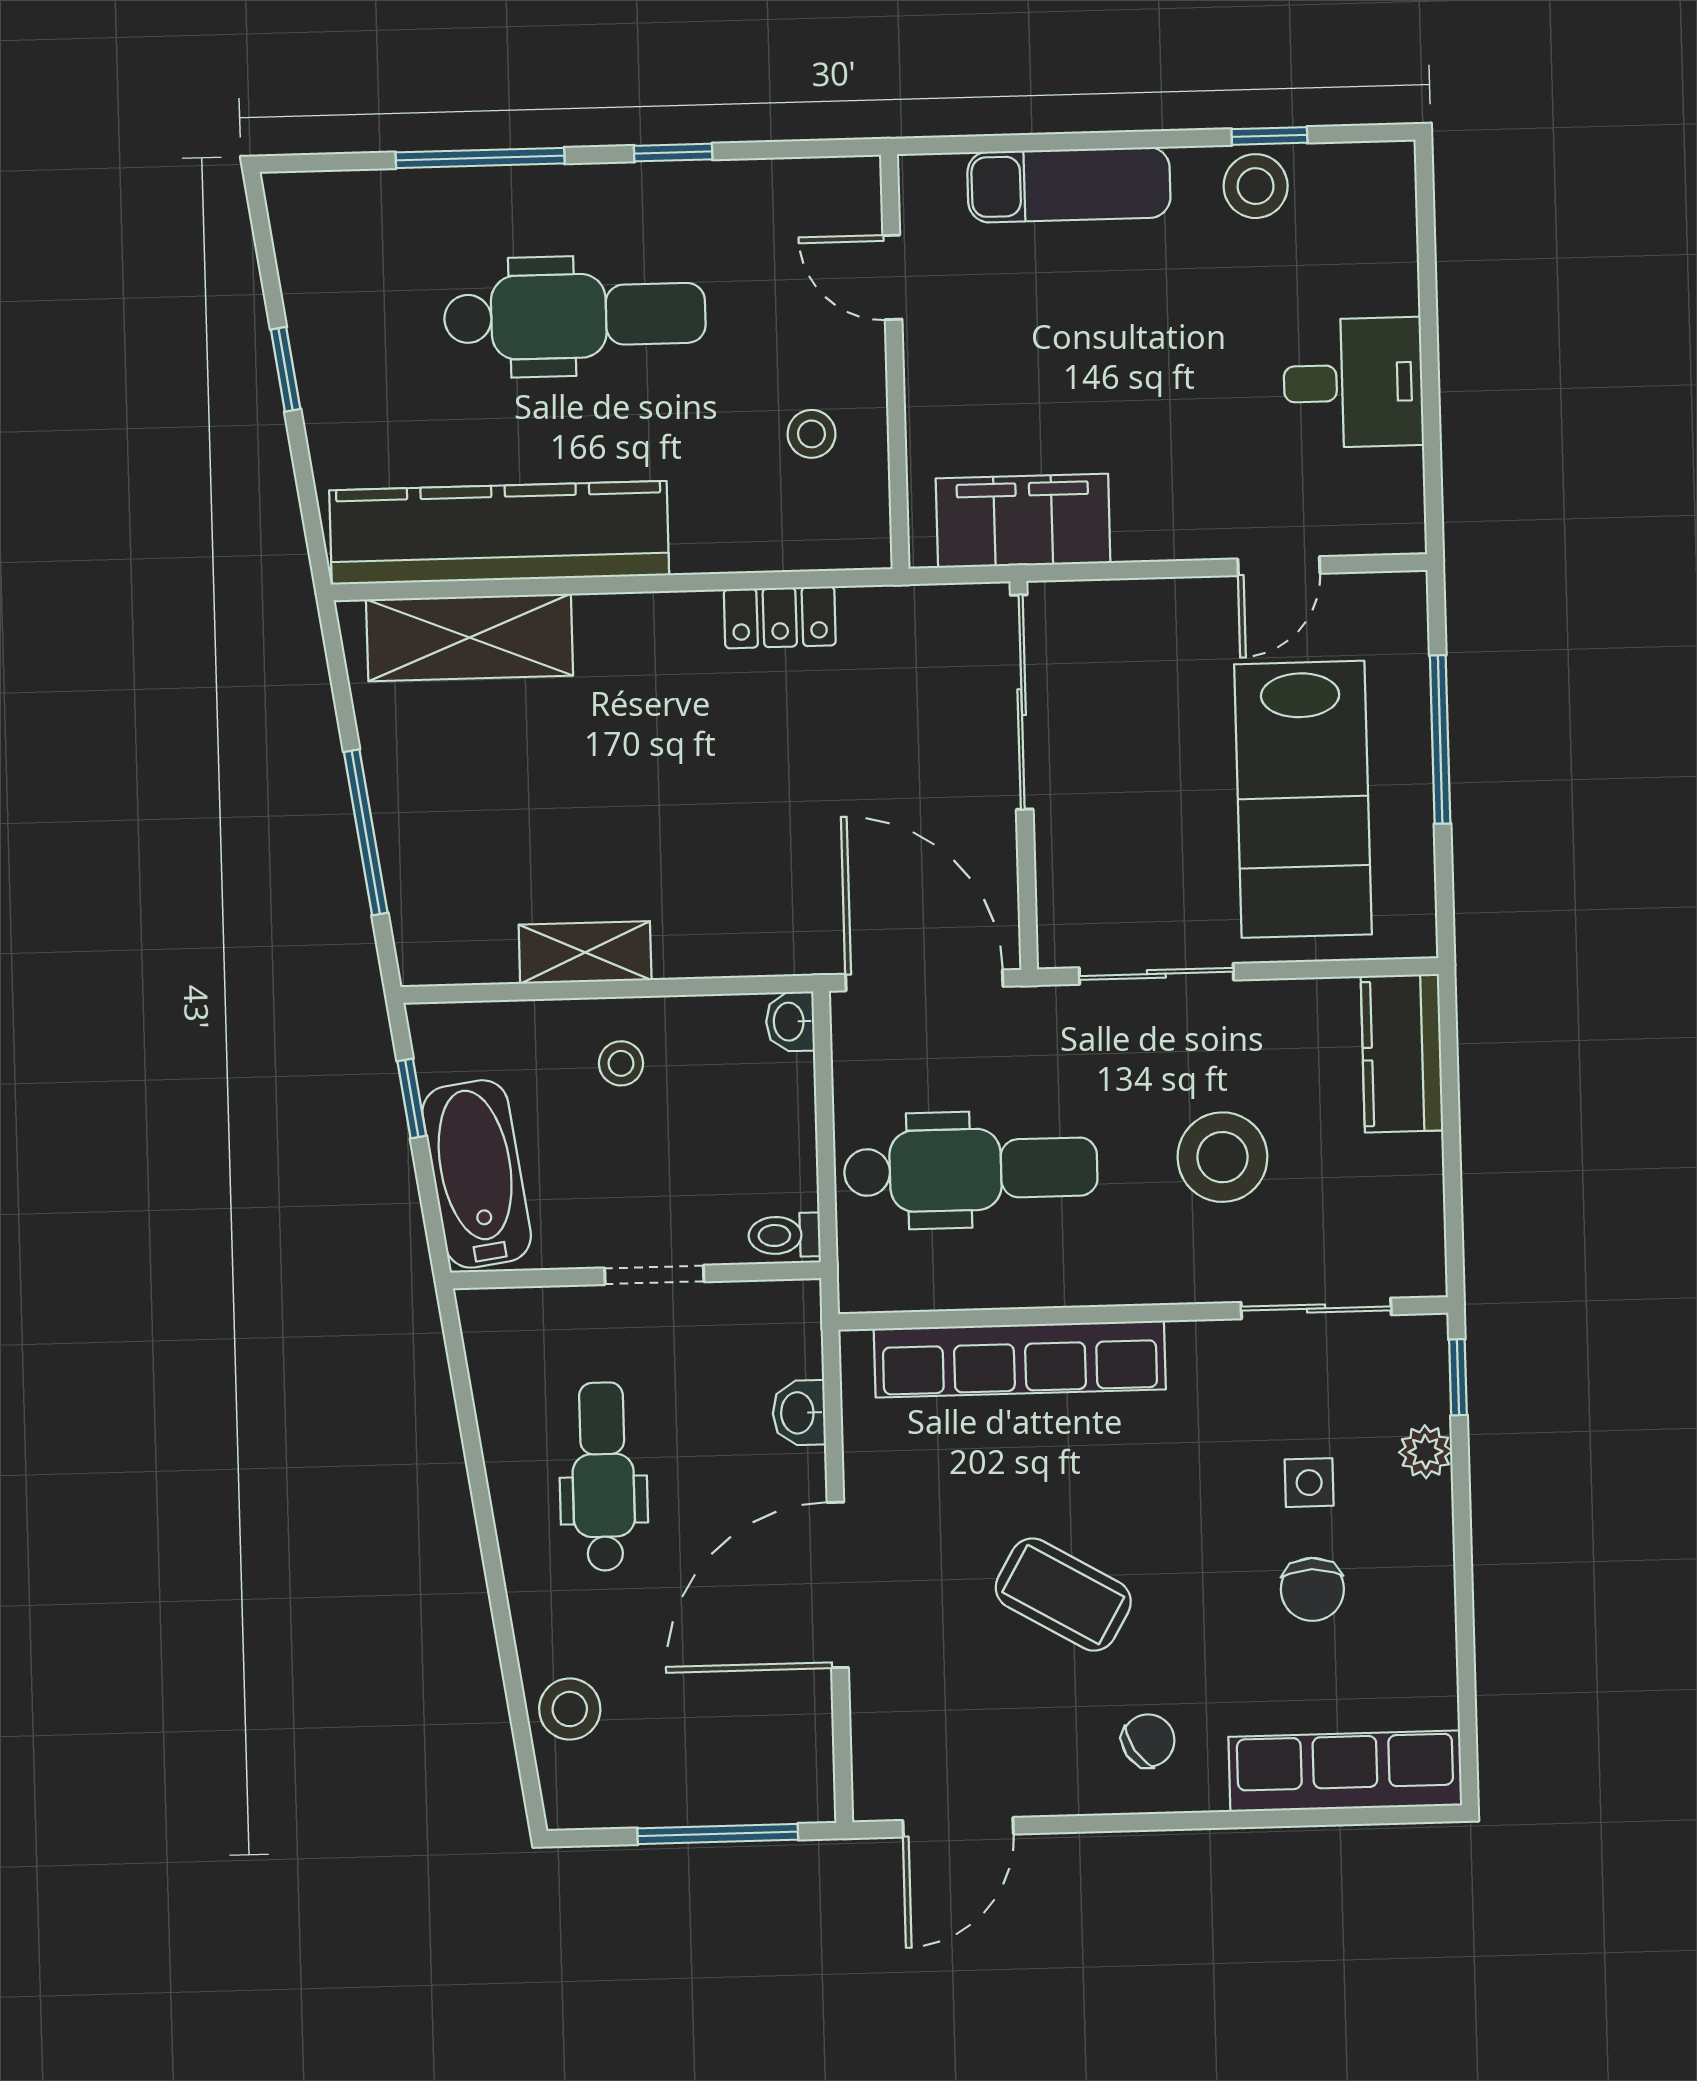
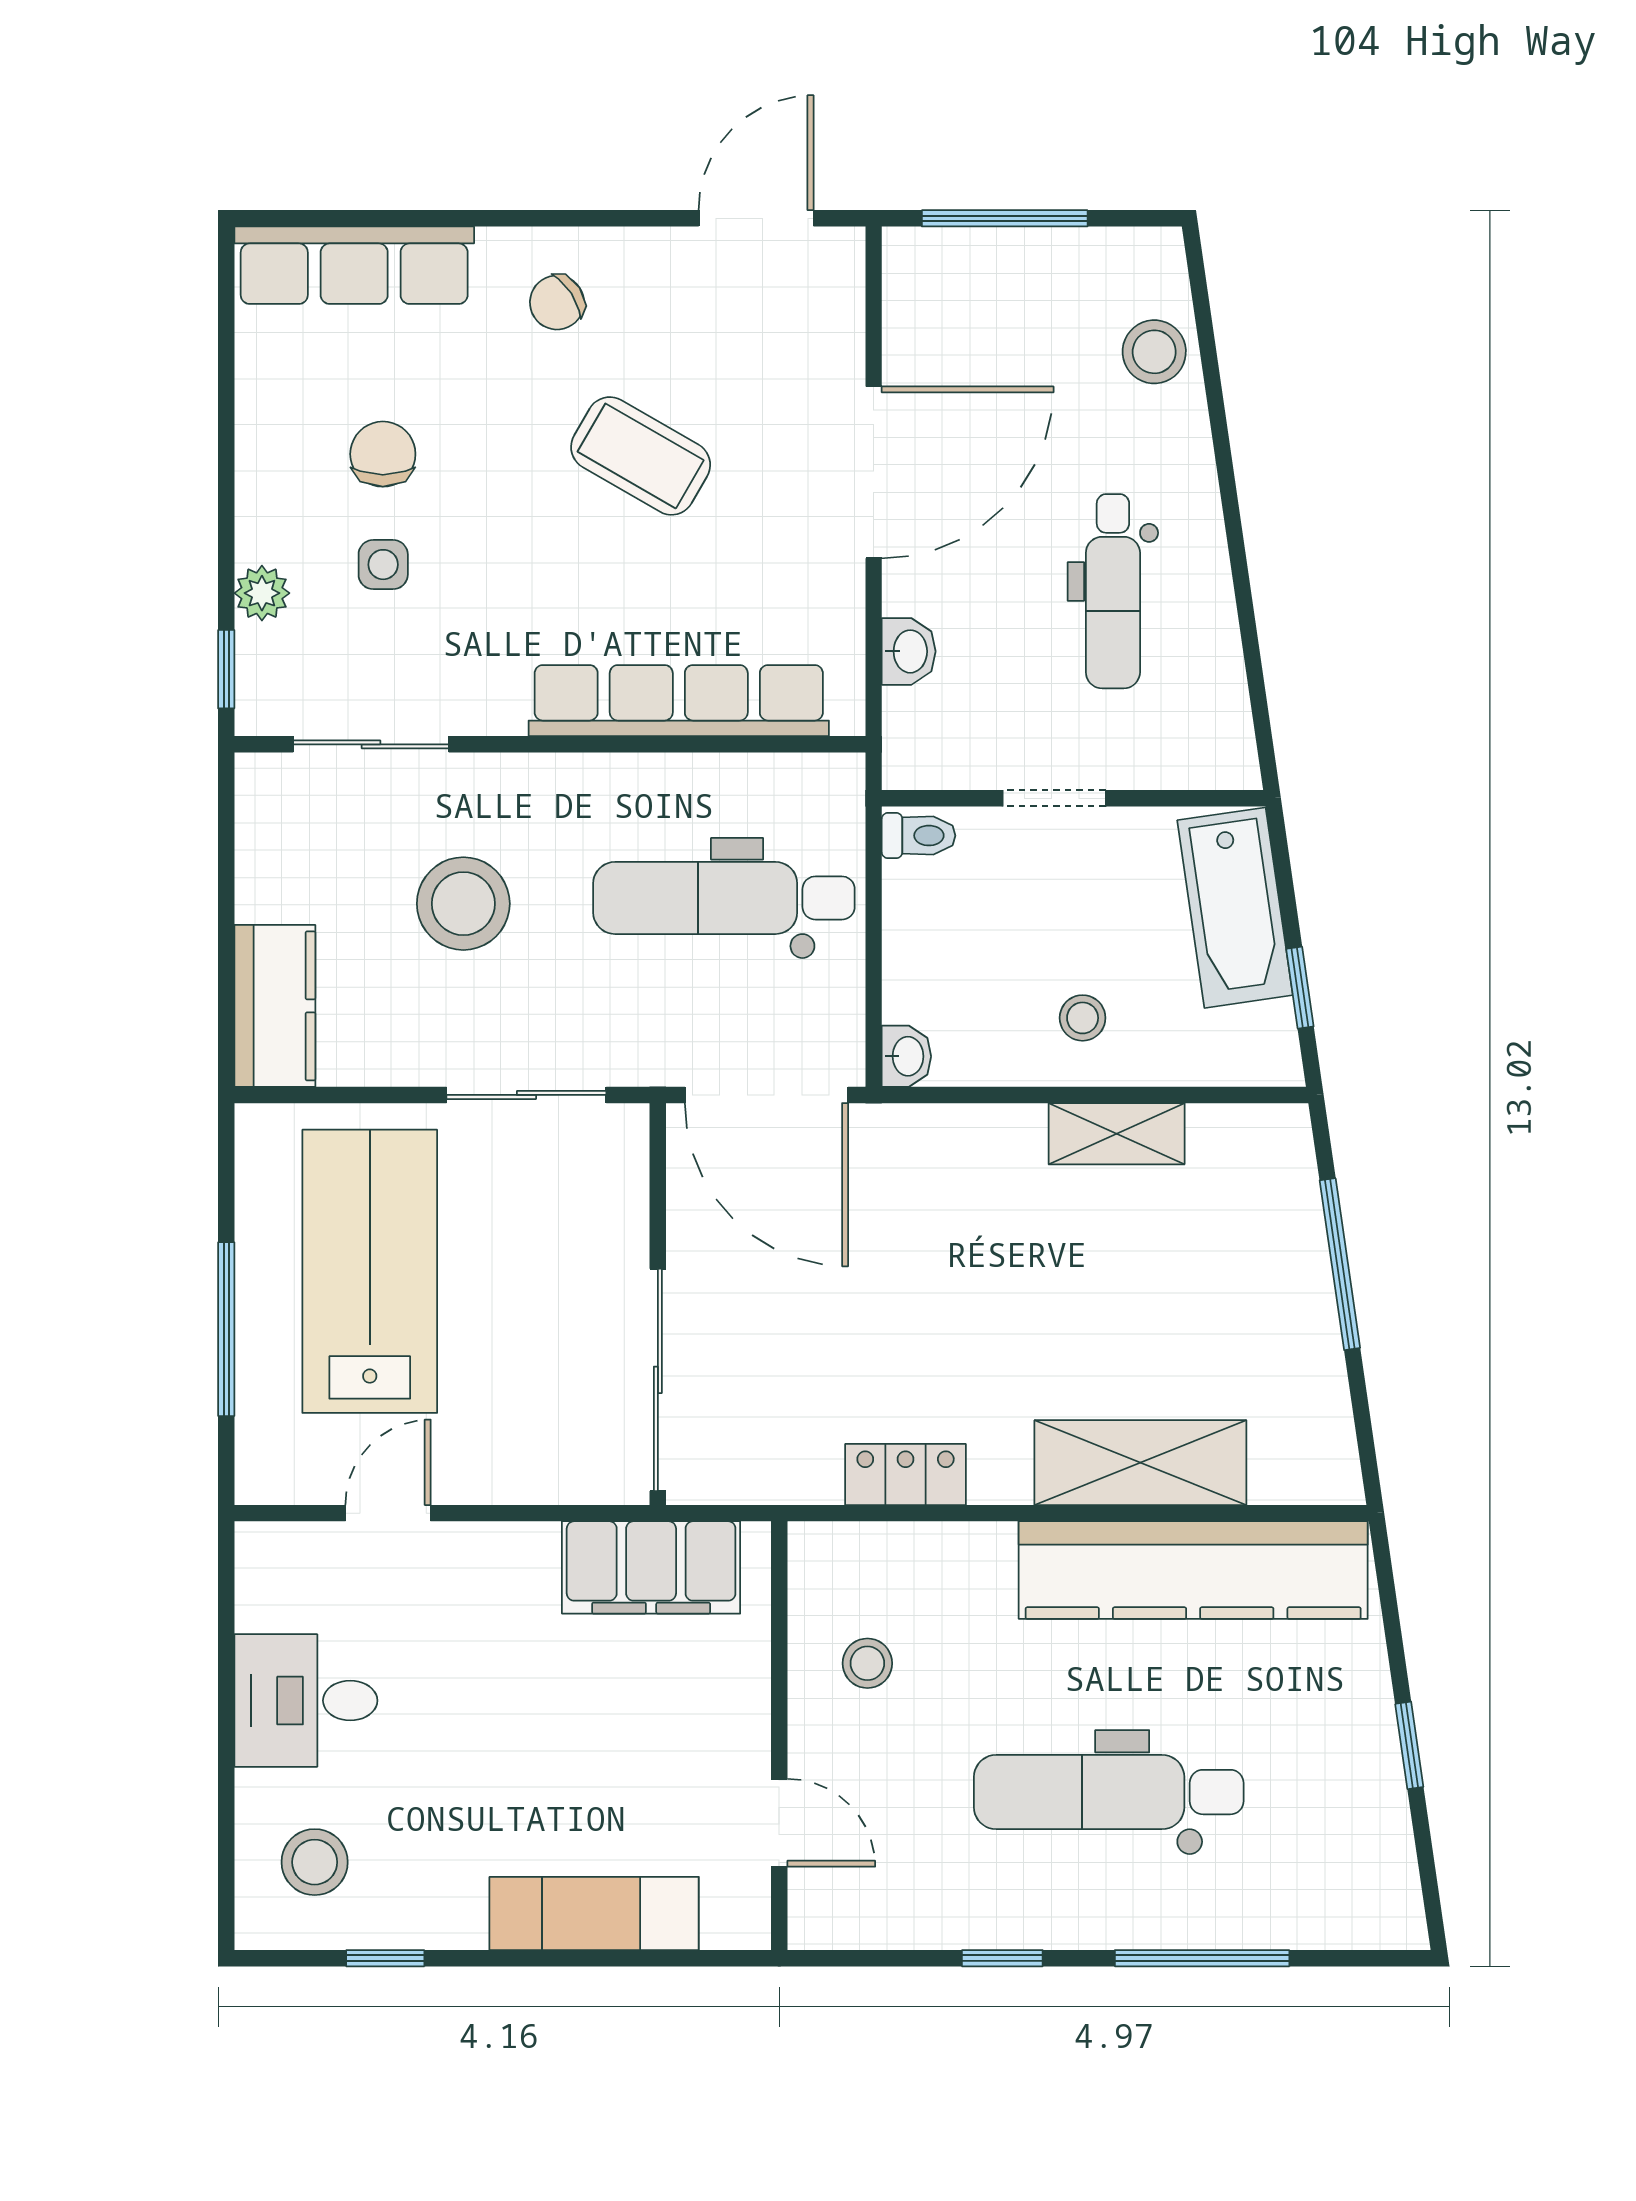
stool: (1256, 186) -> (315, 1862), moved
shelving: (470, 638) -> (1140, 1463), moved

